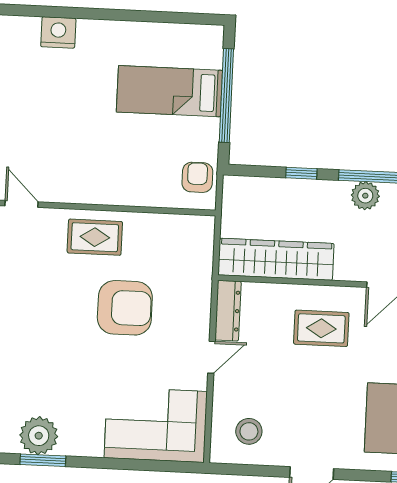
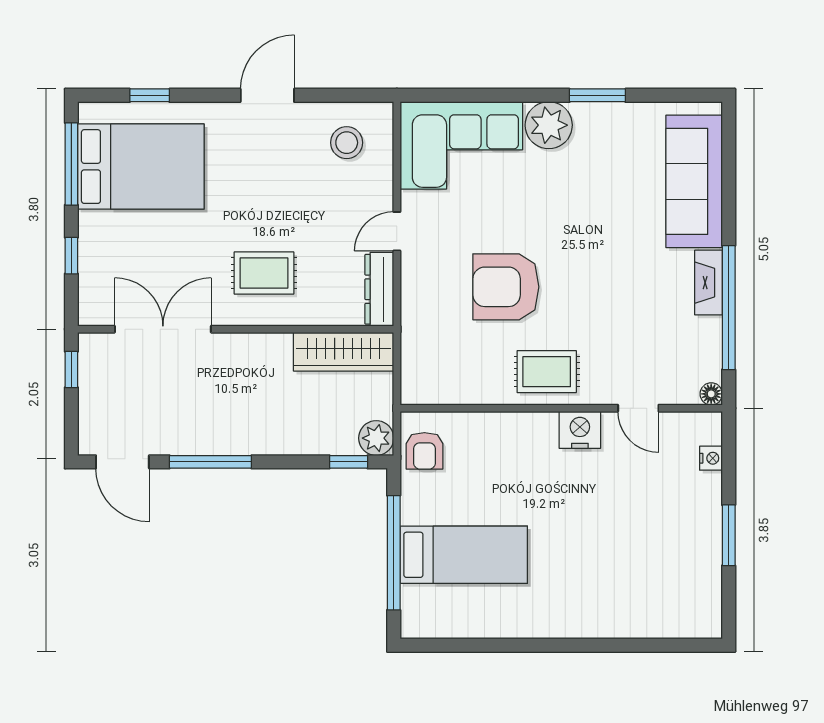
nightstand: (58, 32) -> (580, 430), moved, turned 180
window: (301, 173) -> (349, 462), moved
plant: (365, 196) -> (376, 438), moved
wardrobe: (276, 259) -> (344, 352), width x0.71, depth x0.85
plant: (39, 436) -> (549, 125), moved

